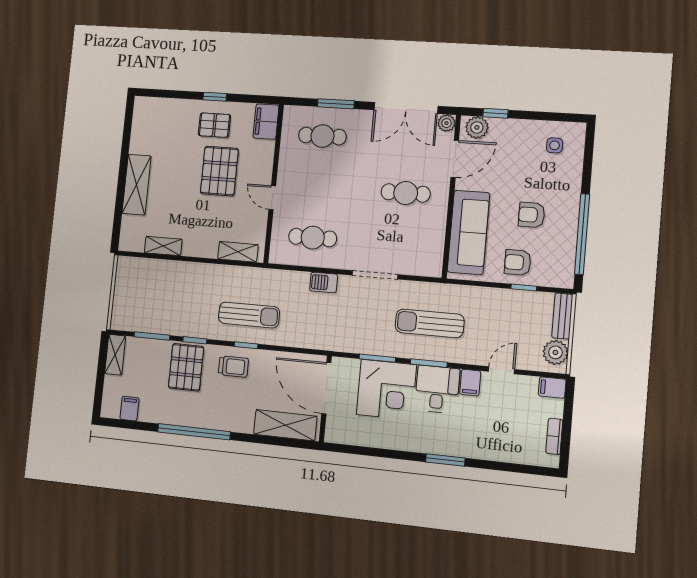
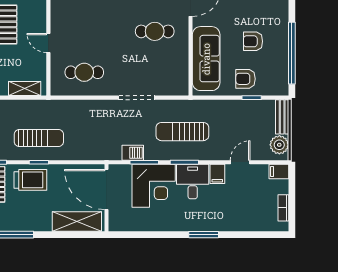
barbecue: (324, 282) -> (133, 153), moved, turned 180
trolley: (233, 367) -> (30, 180), width x1.36, depth x1.39

